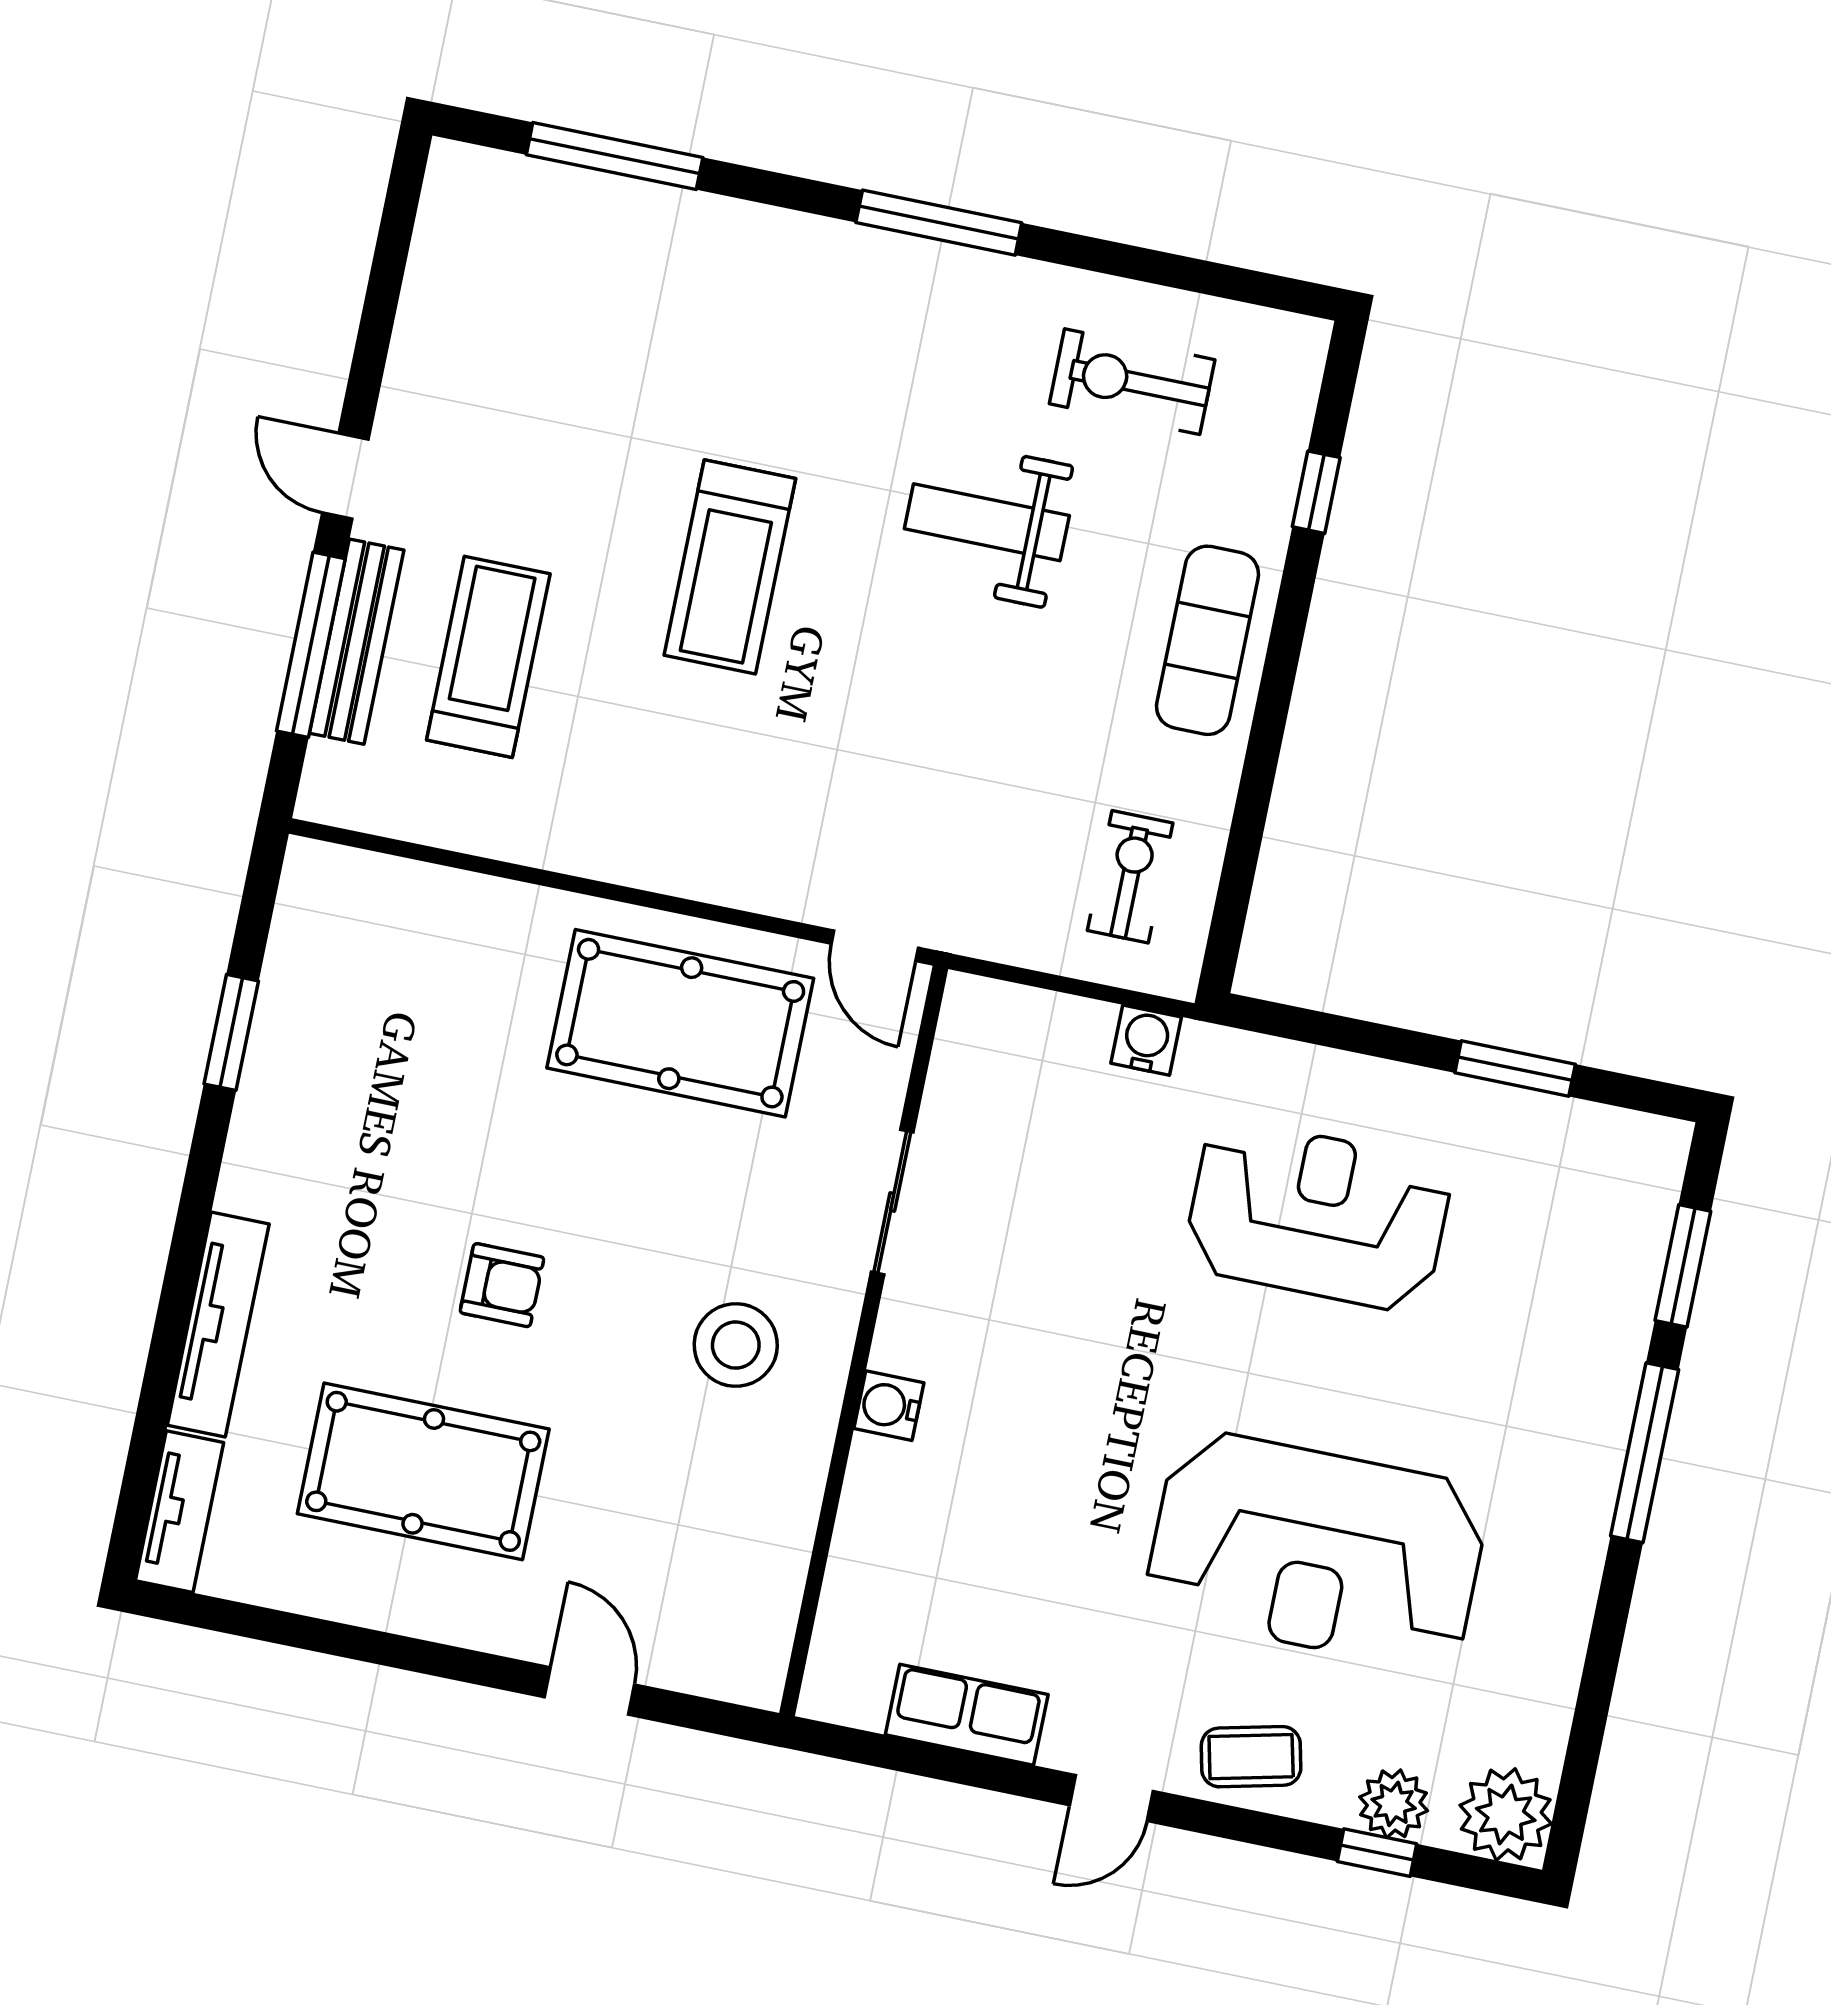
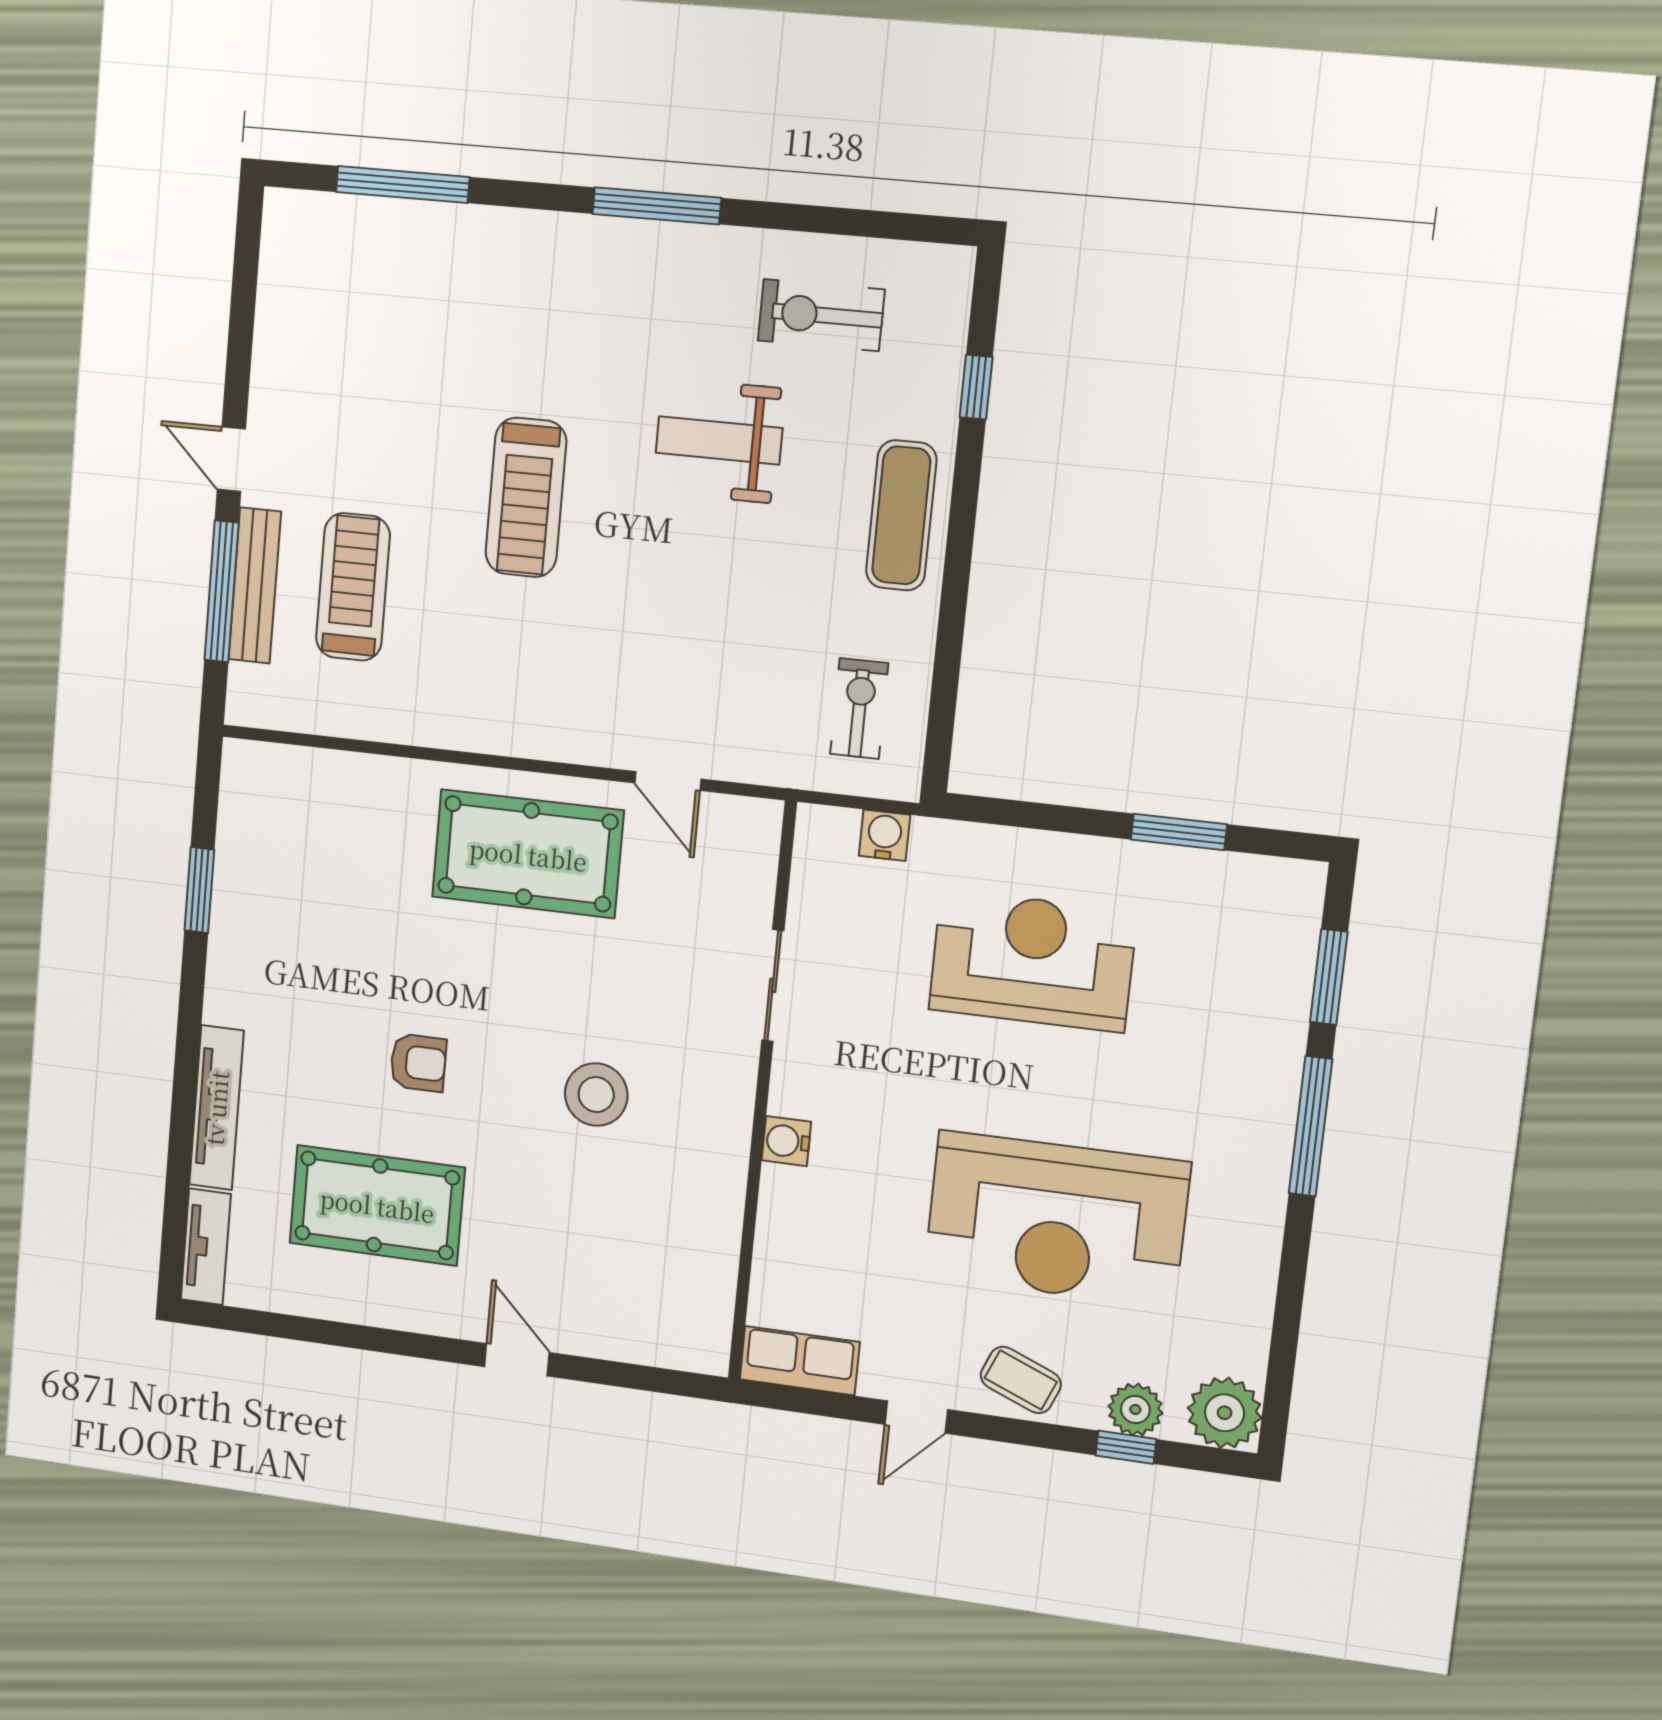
sliding door: (892, 1202) -> (773, 985), moved
wall: (864, 1341) -> (762, 1093), moved
water cooler: (889, 1406) -> (786, 1141), moved
coffee table: (1251, 1757) -> (1021, 1380), turned 35

